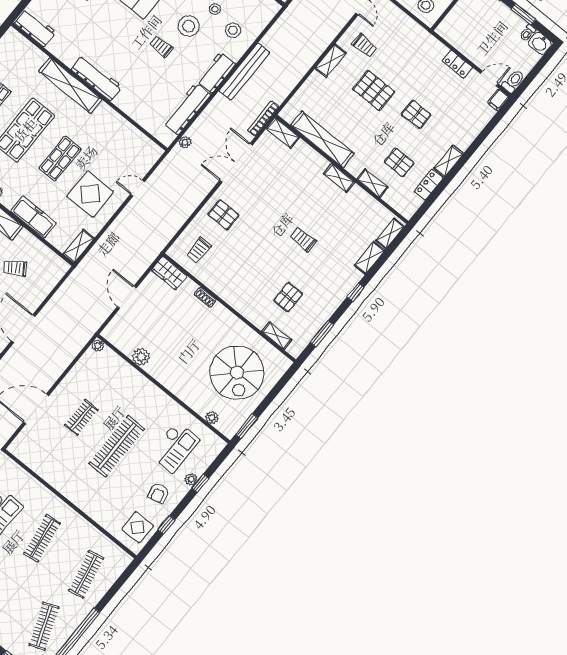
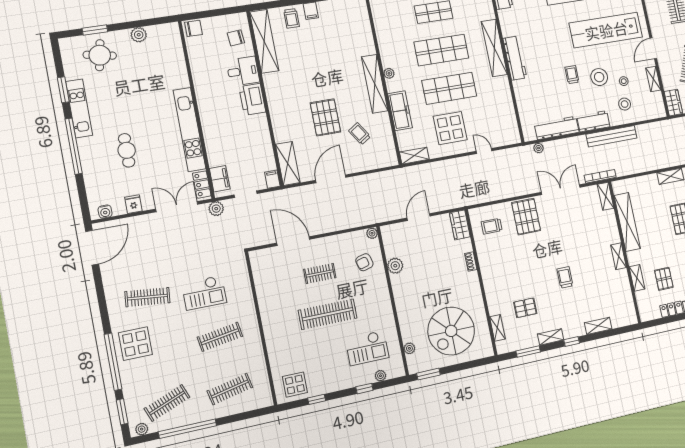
shop shelf: (60, 159) -> (449, 88), width x1.43, depth x1.36
pallet: (223, 215) -> (526, 217), width x1.50, depth x1.42
shelving: (390, 234) -> (551, 337), moved
plant: (191, 479) -> (380, 376), moved
armchair: (159, 493) -> (364, 262), moved

